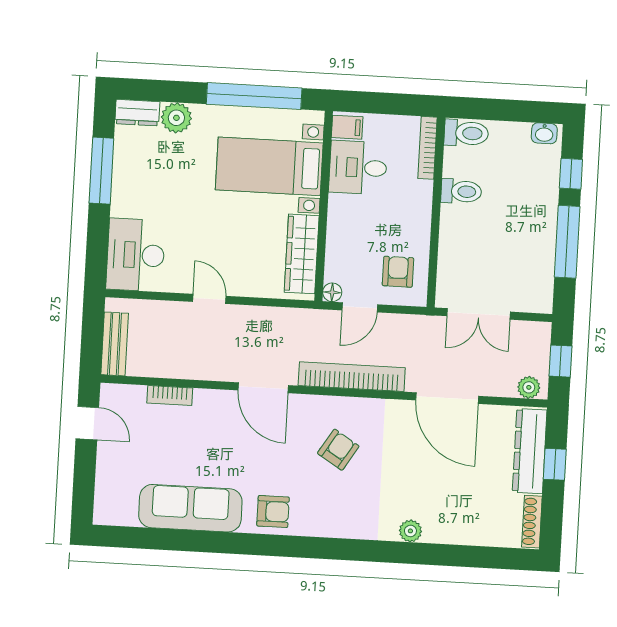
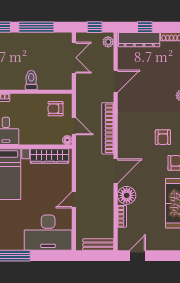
toilet: (461, 191) -> (31, 80), moved
desk: (136, 255) -> (48, 233), width x1.36, depth x1.30
double door: (479, 314) -> (74, 58), moved
door: (447, 398) -> (116, 81), width x0.73
floor lamp: (212, 407) -> (127, 195), added
armchair: (338, 450) -> (163, 137), moved, turned -122

